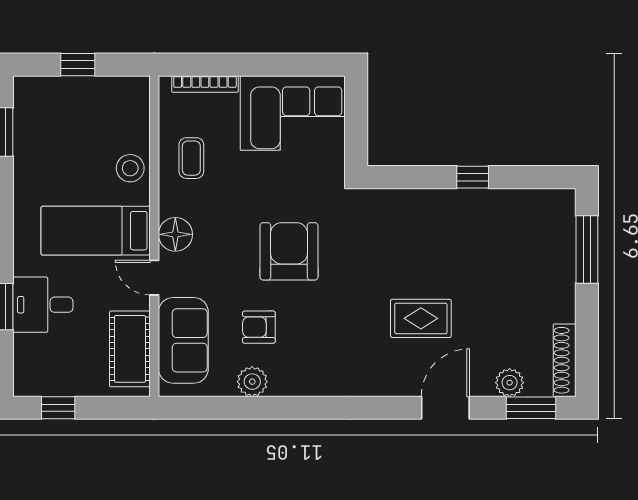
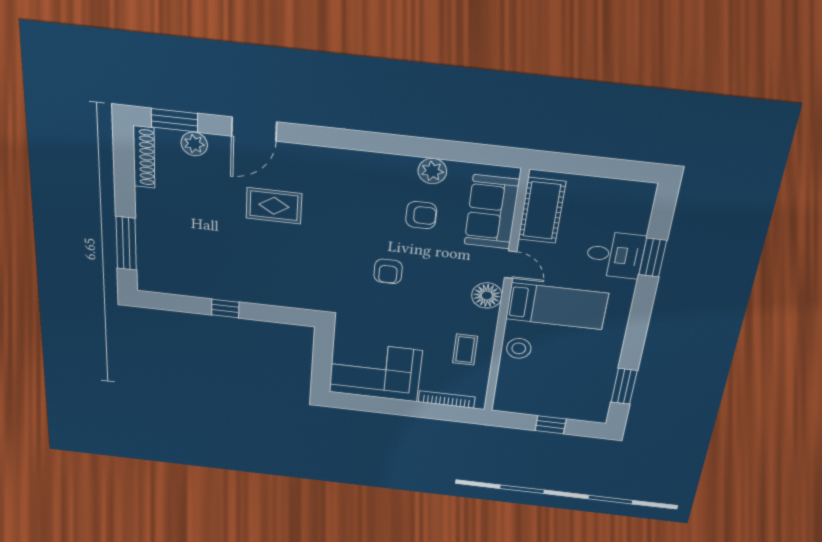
armchair: (289, 251) -> (388, 271), width x0.53, depth x0.53
window: (58, 408) -> (618, 169), removed

